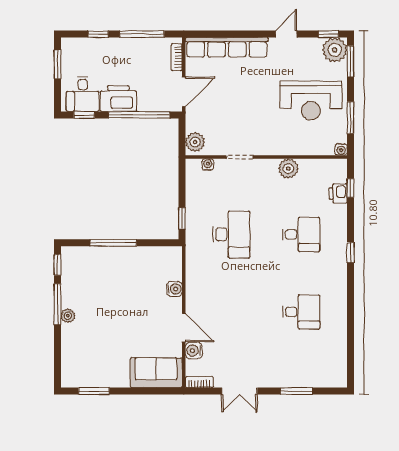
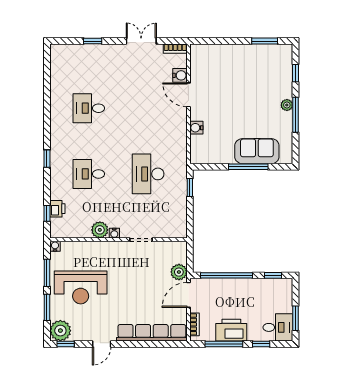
window: (350, 61) -> (47, 307), moved
desk: (83, 94) -> (278, 327), moved, turned 90
printer: (118, 99) -> (231, 330), moved, turned 180
reception desk: (311, 101) -> (81, 287), turned 180
plant: (195, 142) -> (179, 272), moved
water cooler: (208, 165) -> (114, 233), moved
window: (57, 265) -> (296, 73), moved
sofa: (156, 373) -> (257, 151), moved, turned 180
window: (297, 391) -> (93, 41), width x0.67

